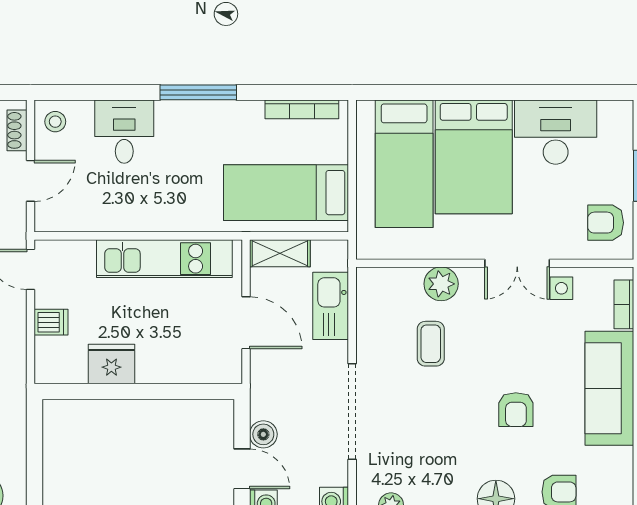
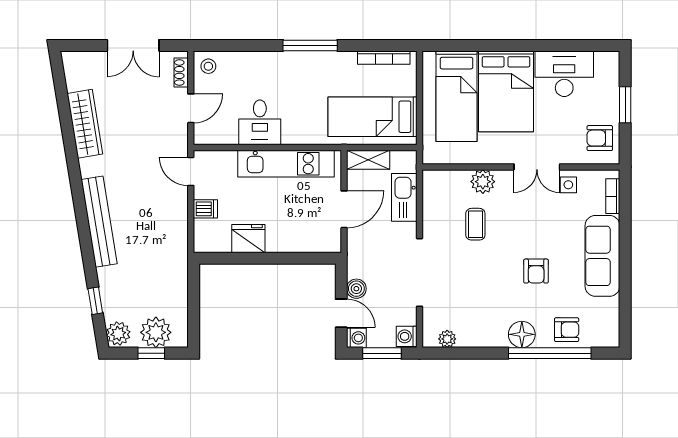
desk: (124, 132) -> (260, 122), moved, turned 180
door: (246, 323) -> (344, 209), hinge flipped

